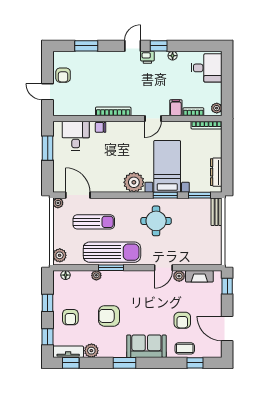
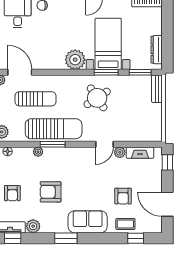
round table: (156, 221) -> (97, 98), turned -33

